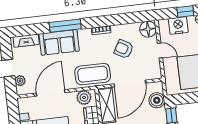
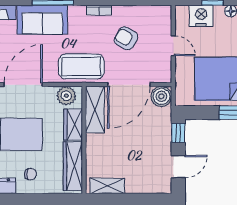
floor lamp: (148, 29) -> (161, 16), removed
boiler: (157, 100) -> (161, 96), moved

